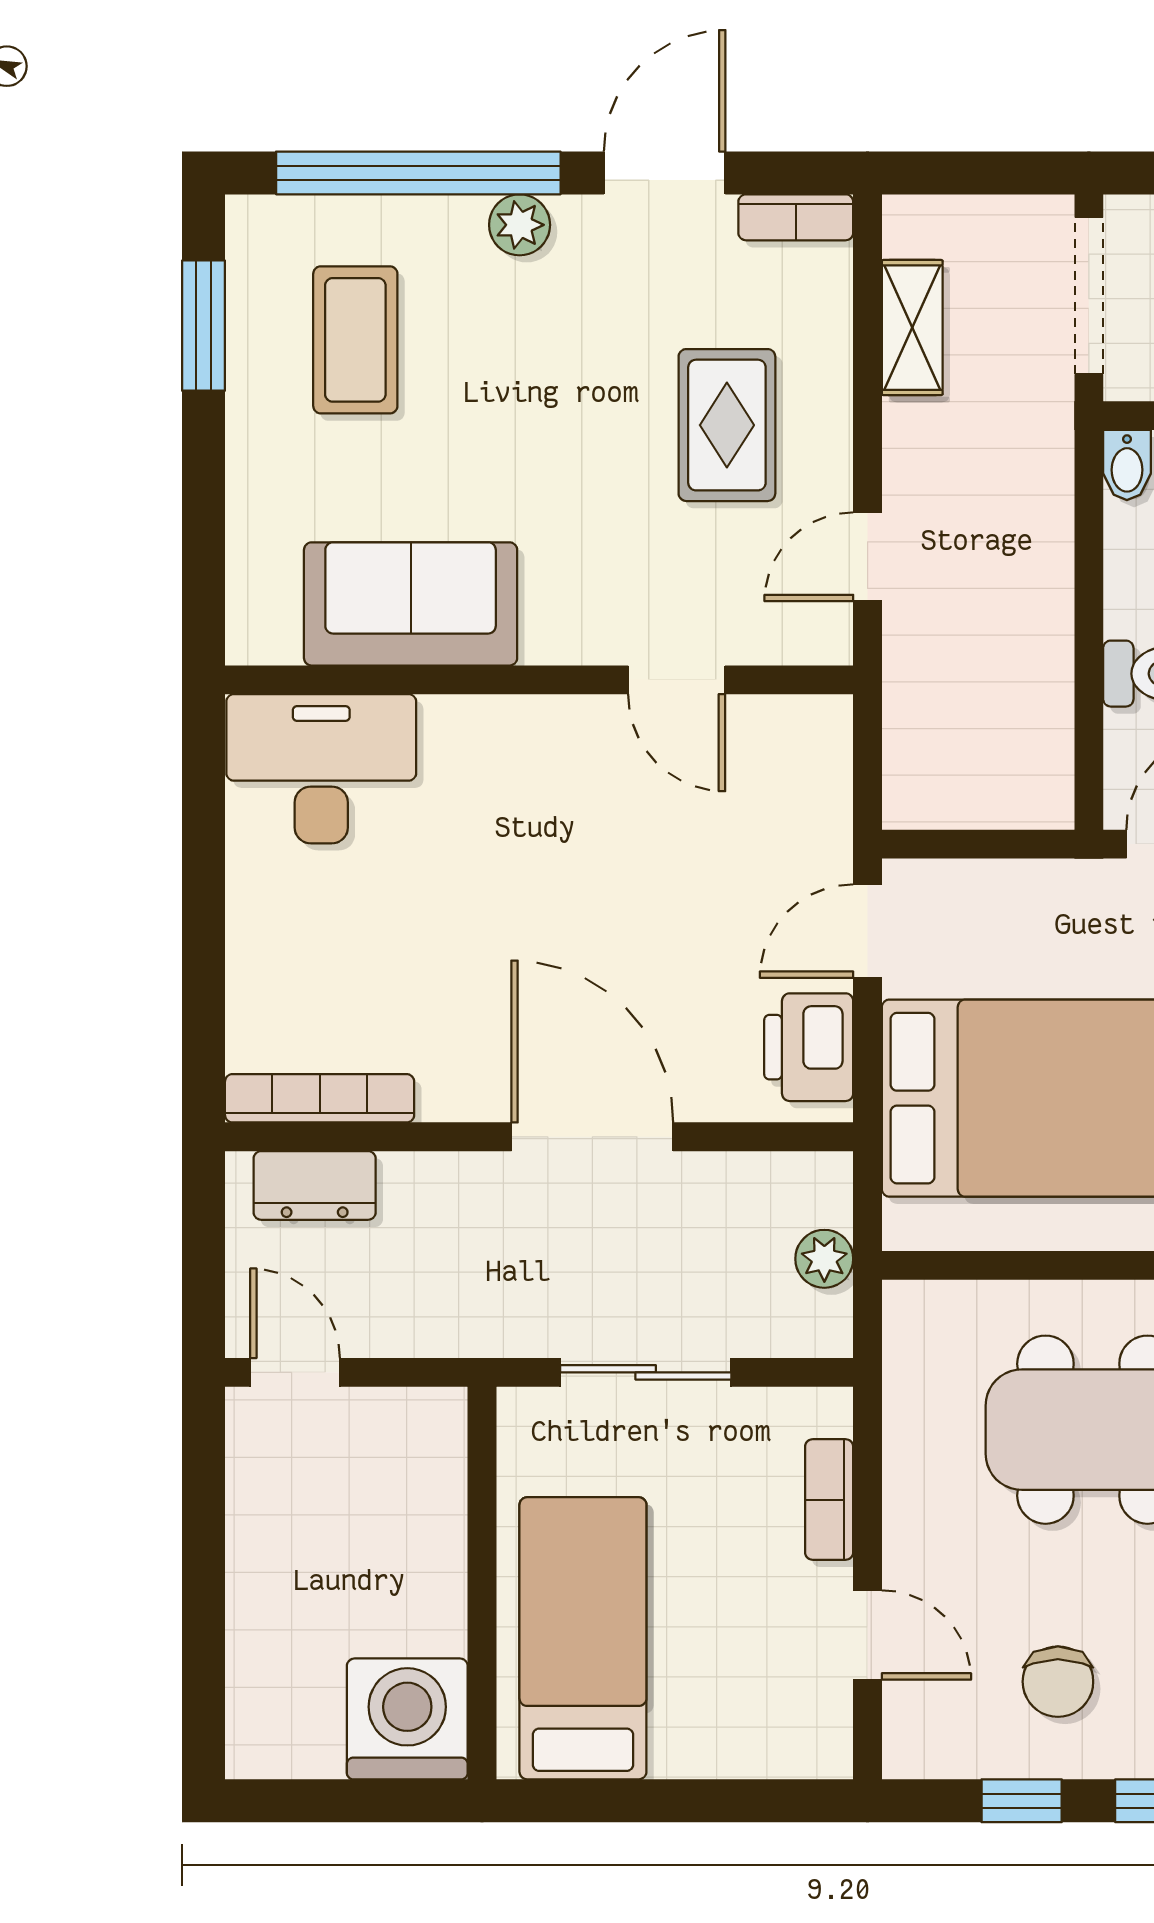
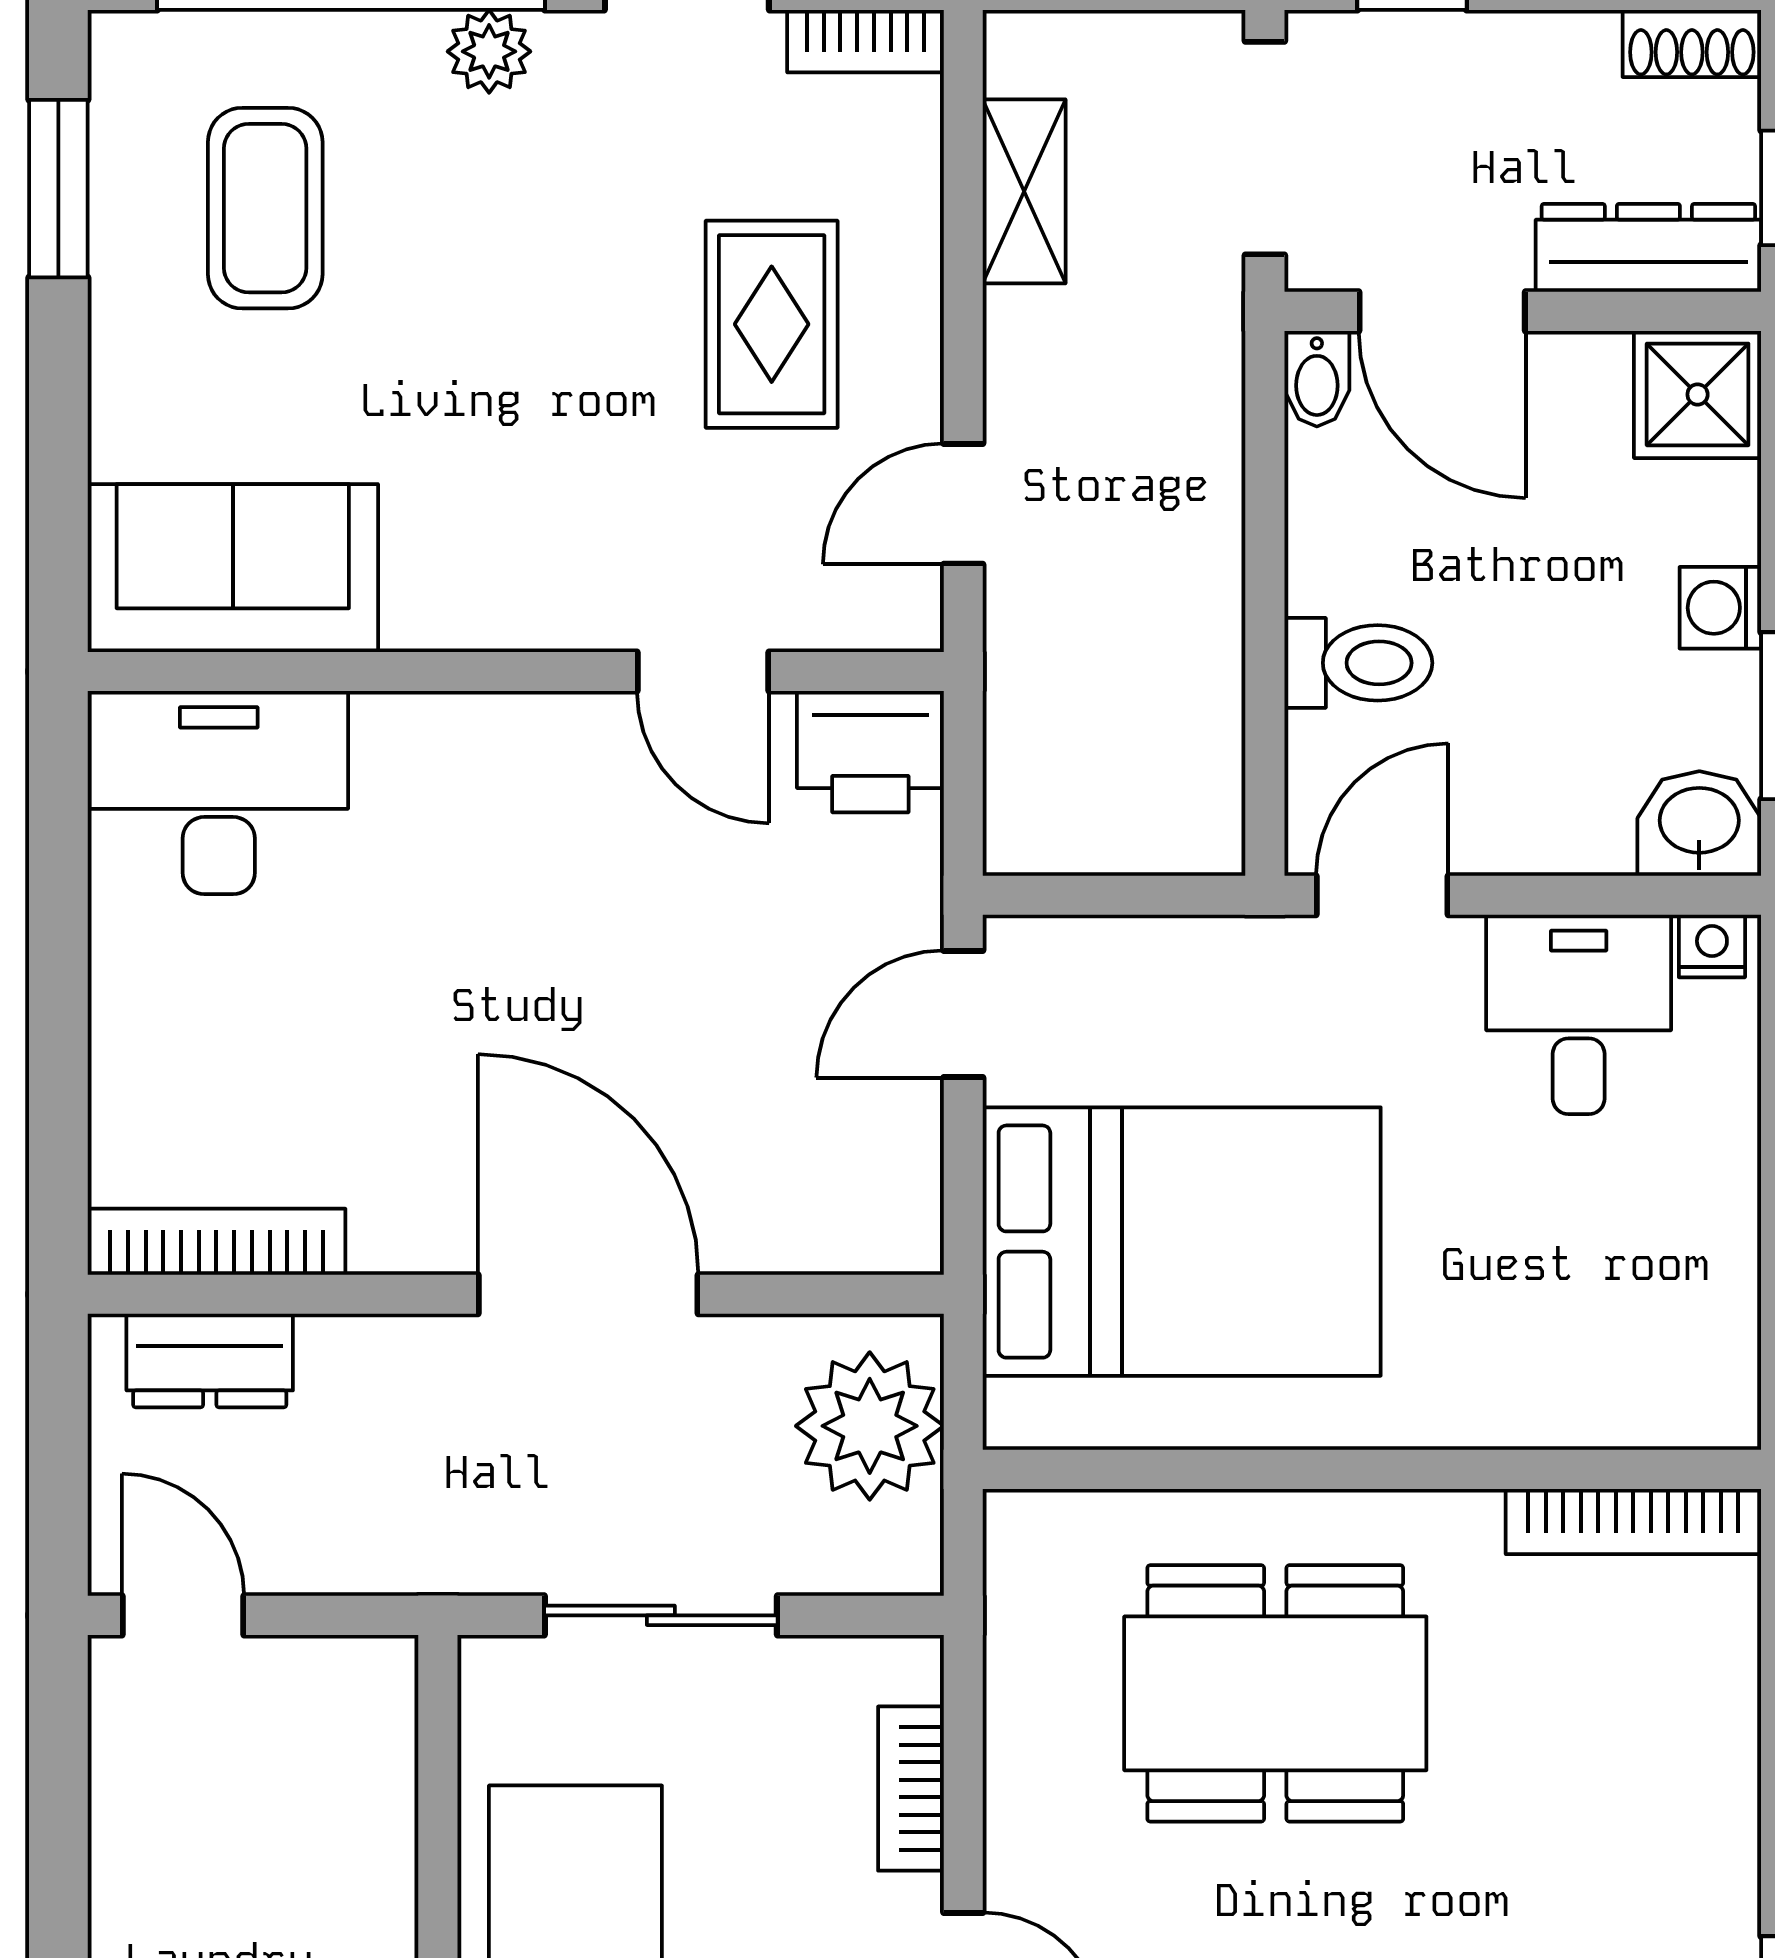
sofa: (411, 604) -> (233, 568), moved
printer: (809, 1047) -> (870, 752), moved, turned -90
plant: (824, 1259) -> (870, 1426), width x1.87, depth x1.87

